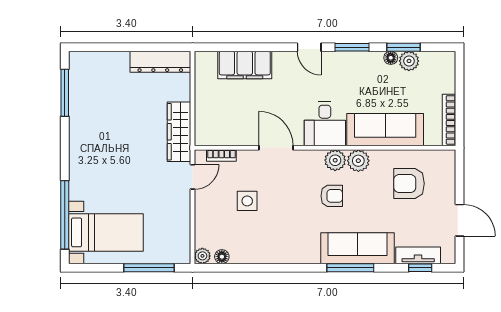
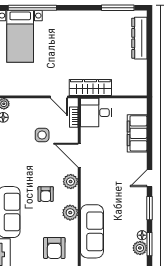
dresser: (160, 62) -> (139, 38), moved
desk: (325, 124) -> (96, 113), moved
door: (276, 148) -> (79, 155), swing flipped
plant: (335, 160) -> (71, 182), moved
armchair: (409, 184) -> (54, 248), turned 180

